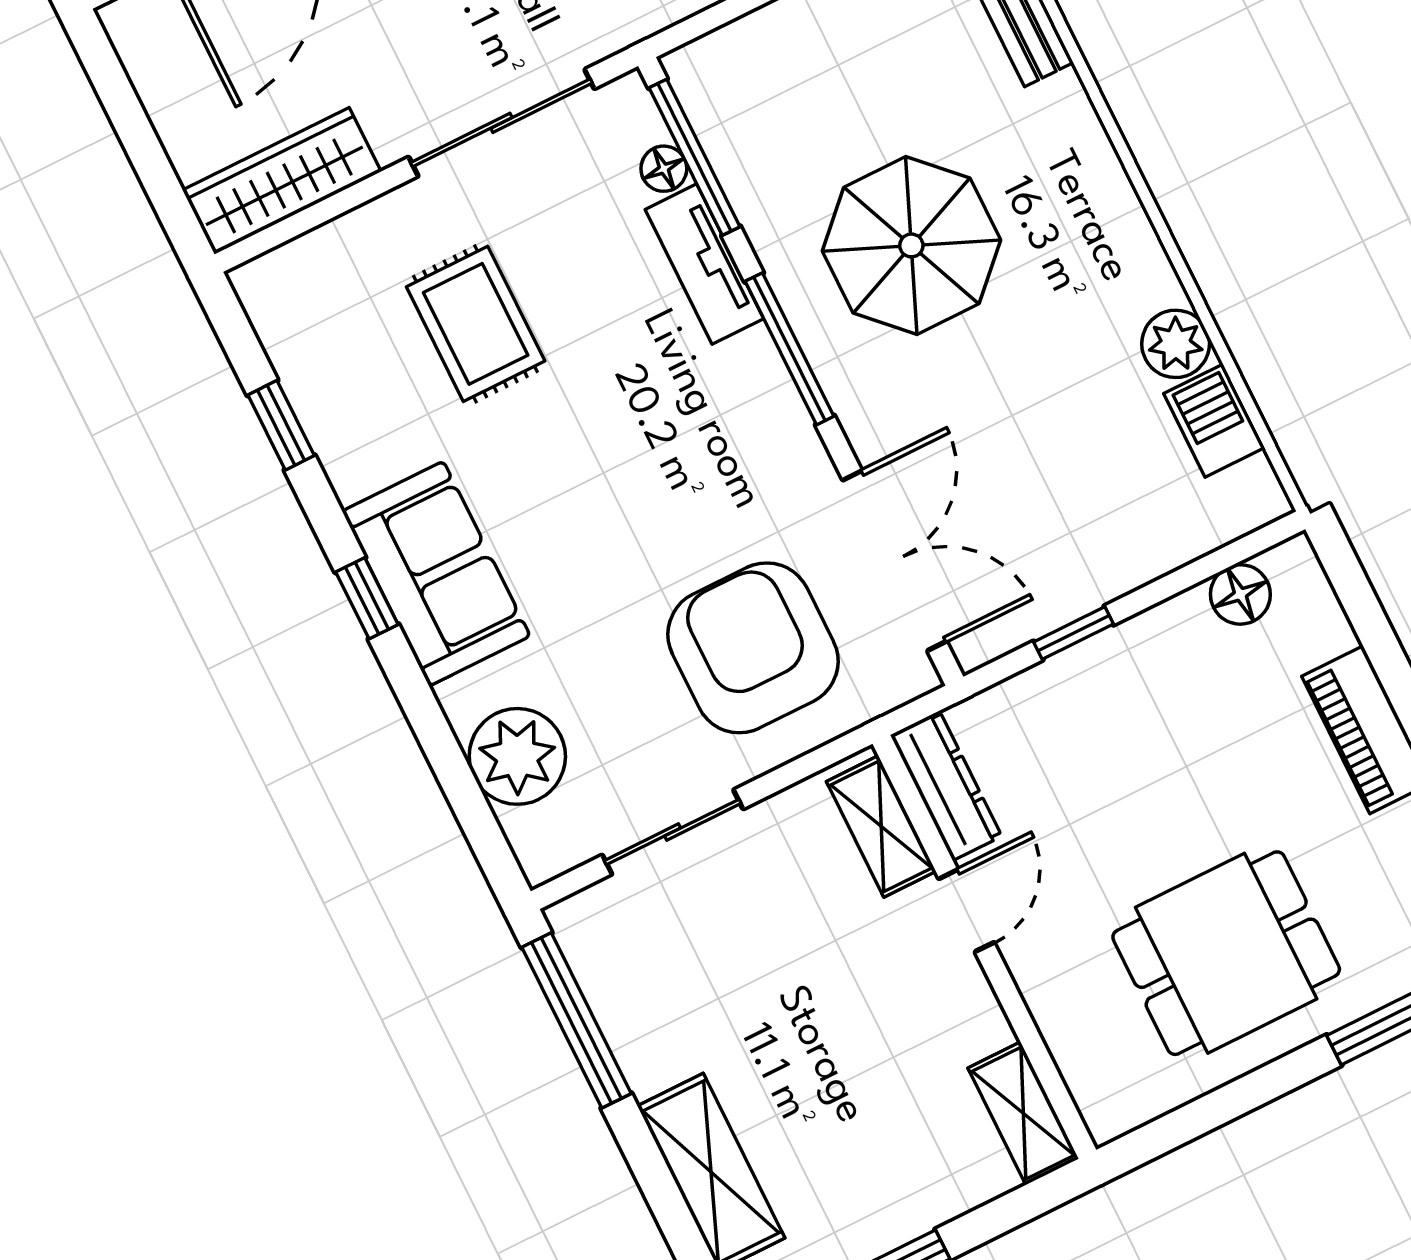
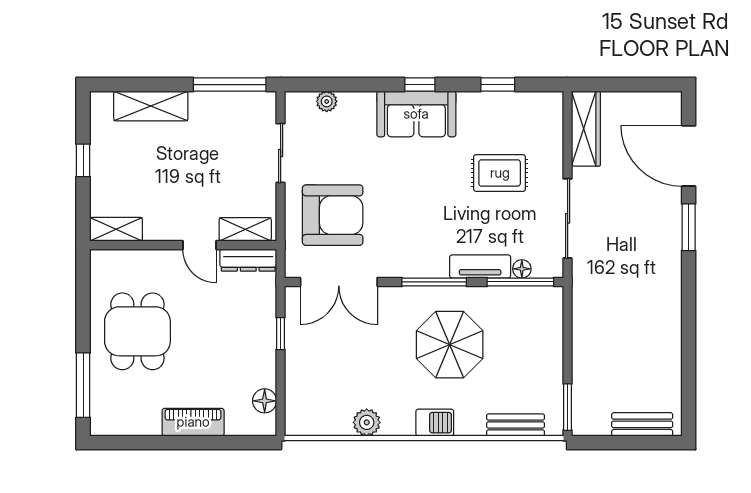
barbecue: (1214, 421) -> (435, 423), moved
plant: (517, 756) -> (327, 101), width x0.53, depth x0.53

